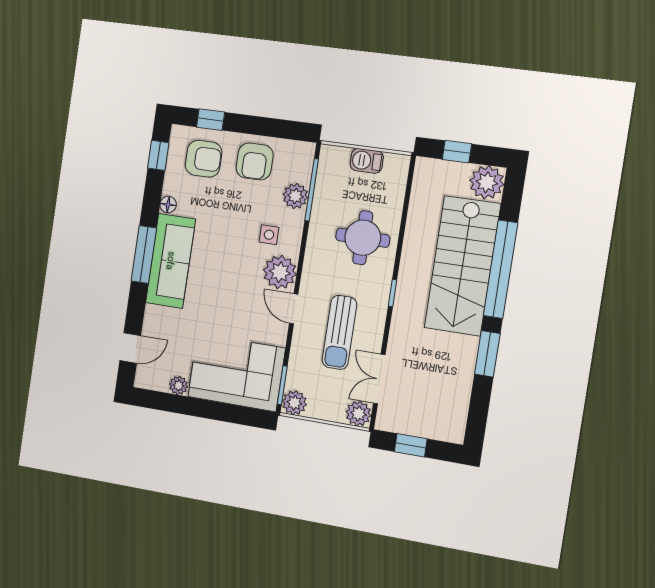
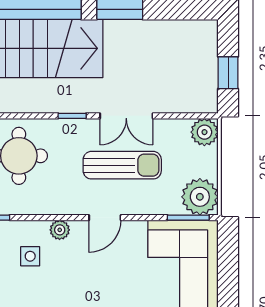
plant: (280, 272) -> (60, 230), width x0.53, depth x0.53
double door: (379, 379) -> (126, 116), moved
plant: (294, 403) -> (200, 197), width x1.36, depth x1.36

